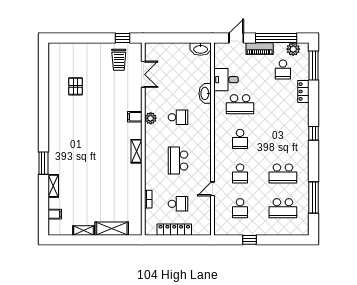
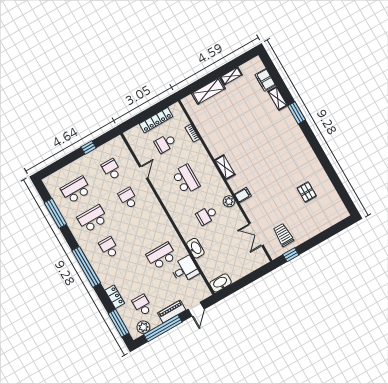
window: (314, 133) -> (86, 267), width x3.17
school desk: (240, 139) -> (109, 248), moved
filing cabinet: (55, 214) -> (265, 80), width x2.00

